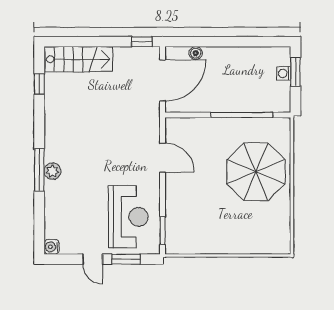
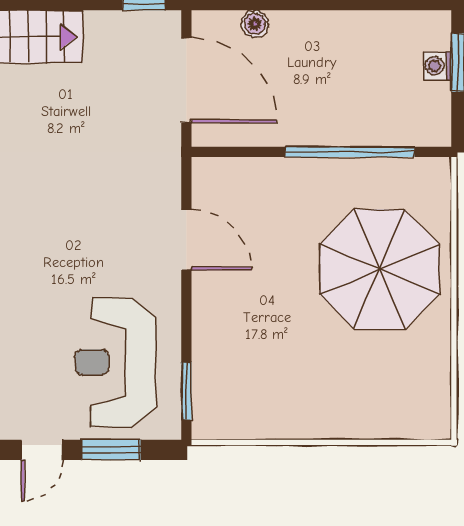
door: (163, 80) -> (186, 80), hinge flipped
reception desk: (128, 217) -> (116, 362), turned 180
door: (93, 259) -> (42, 450), hinge flipped

